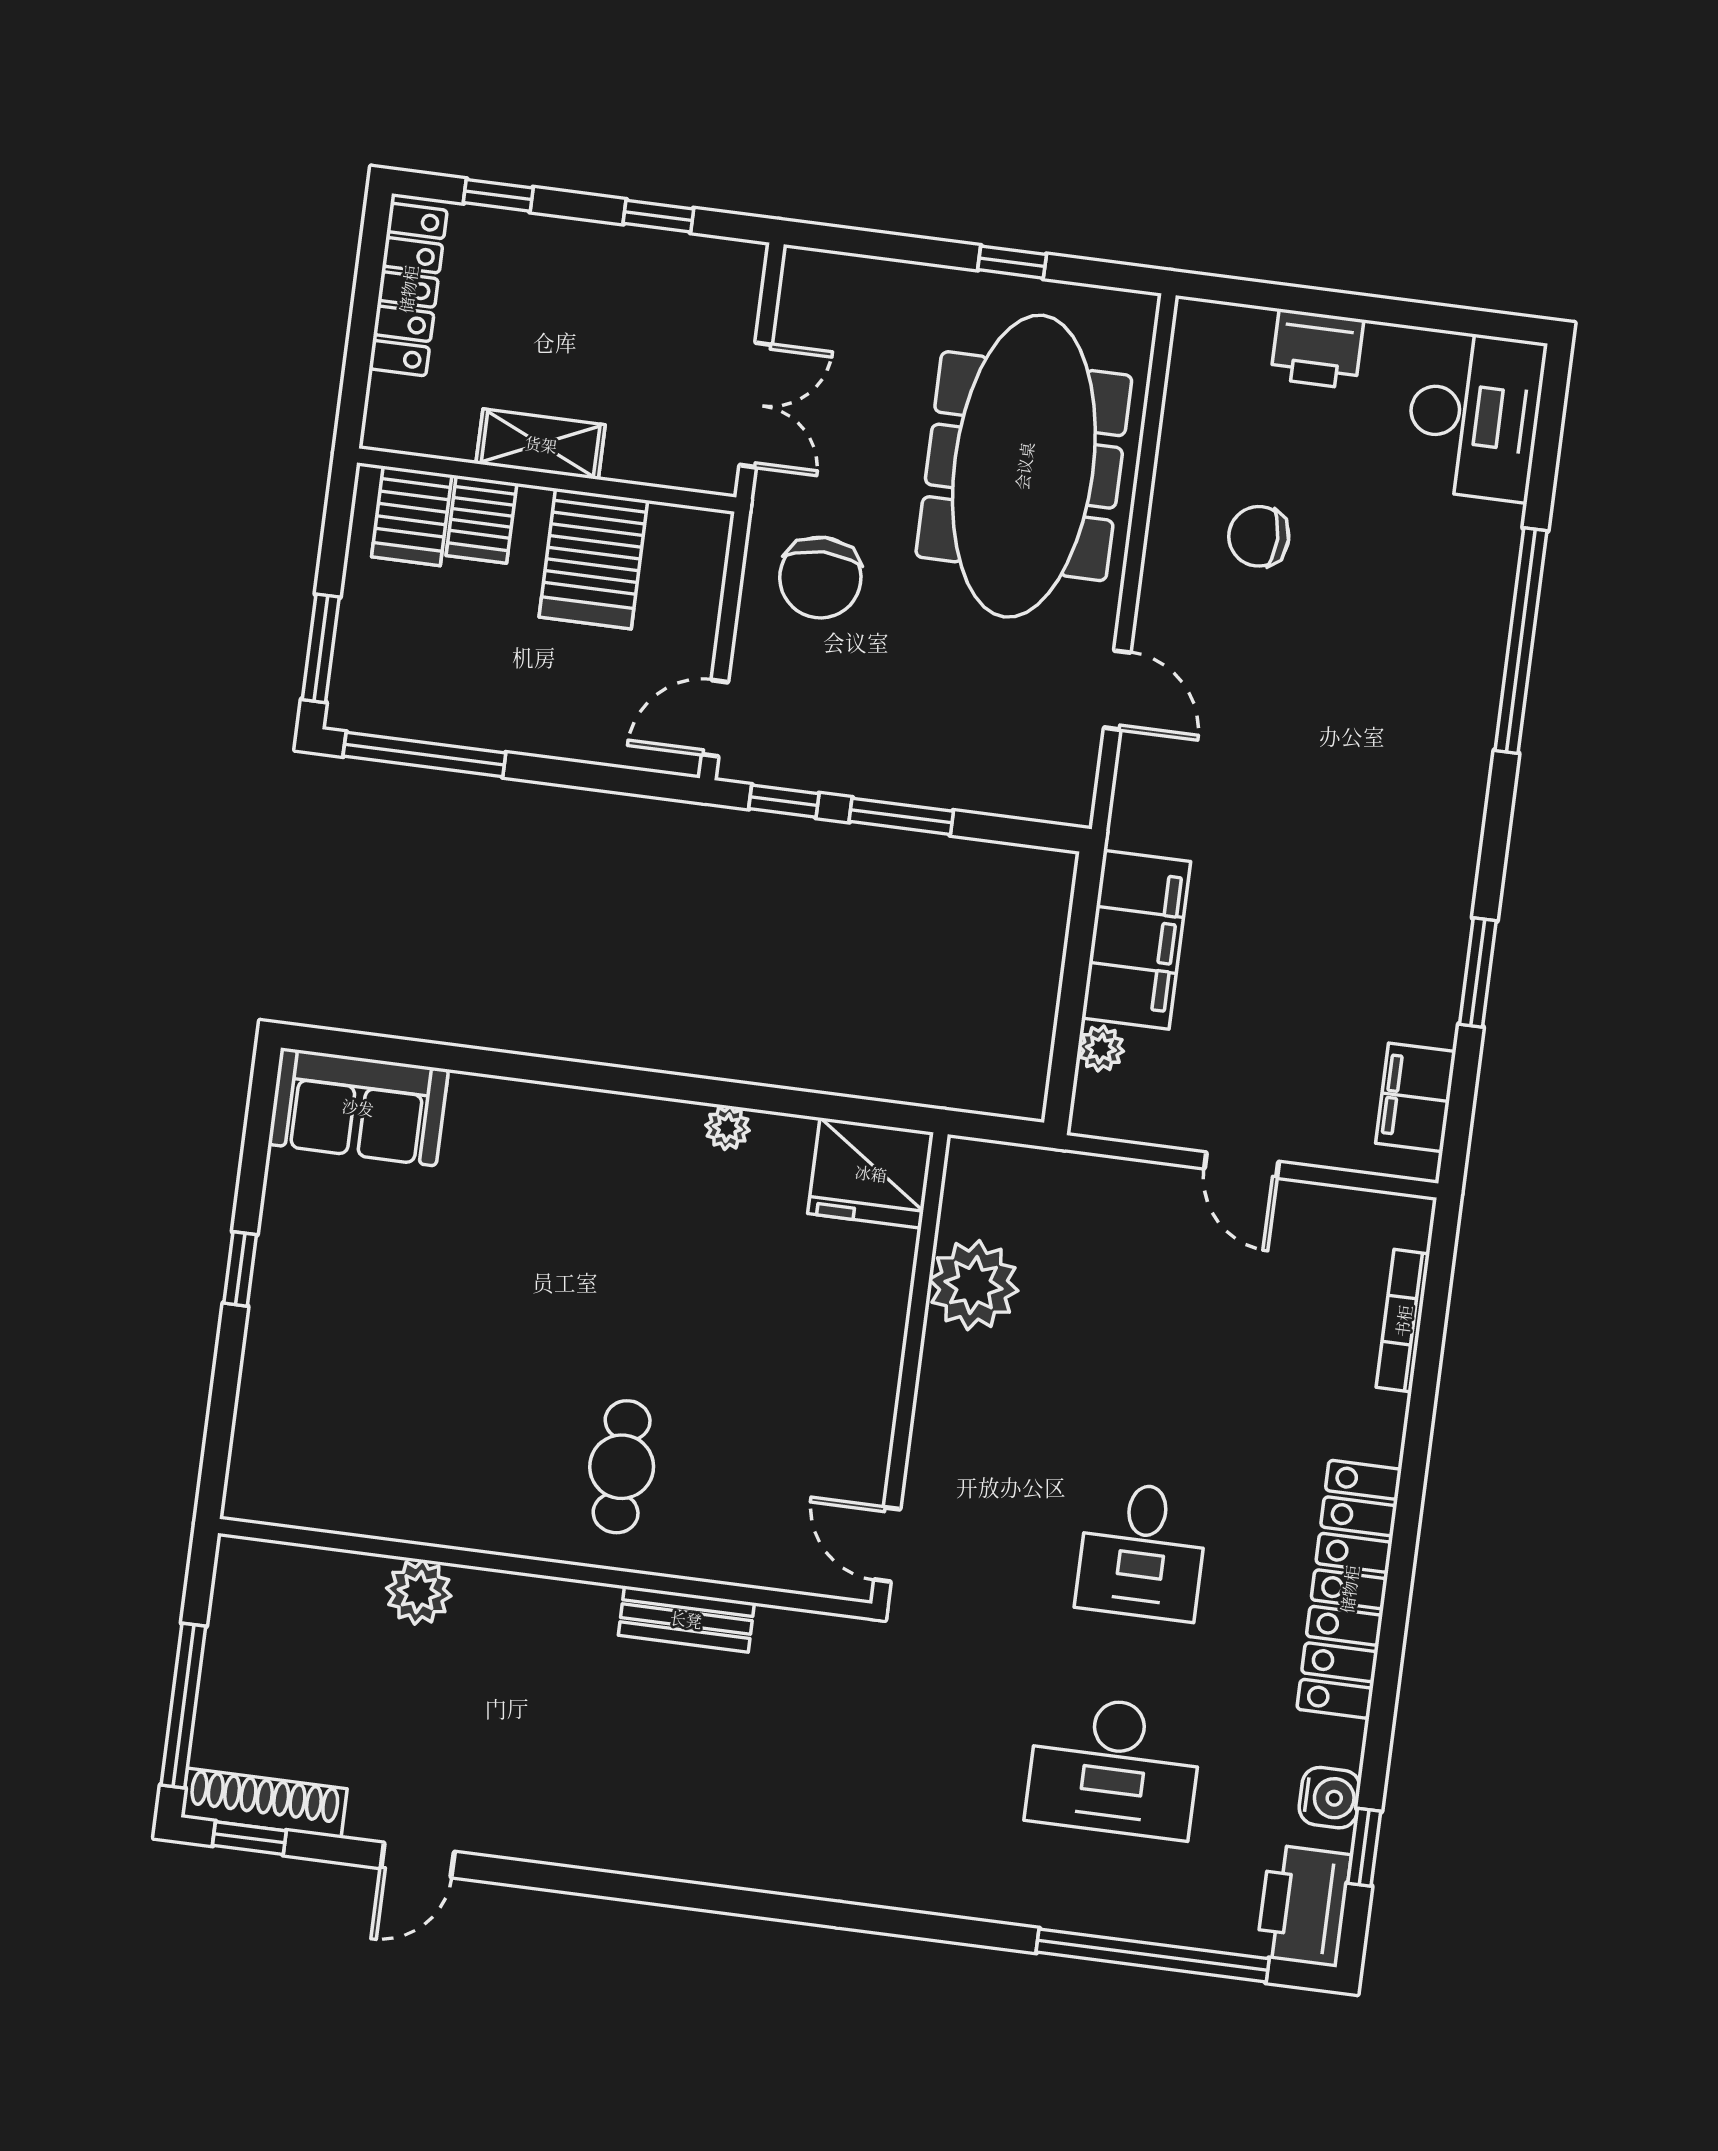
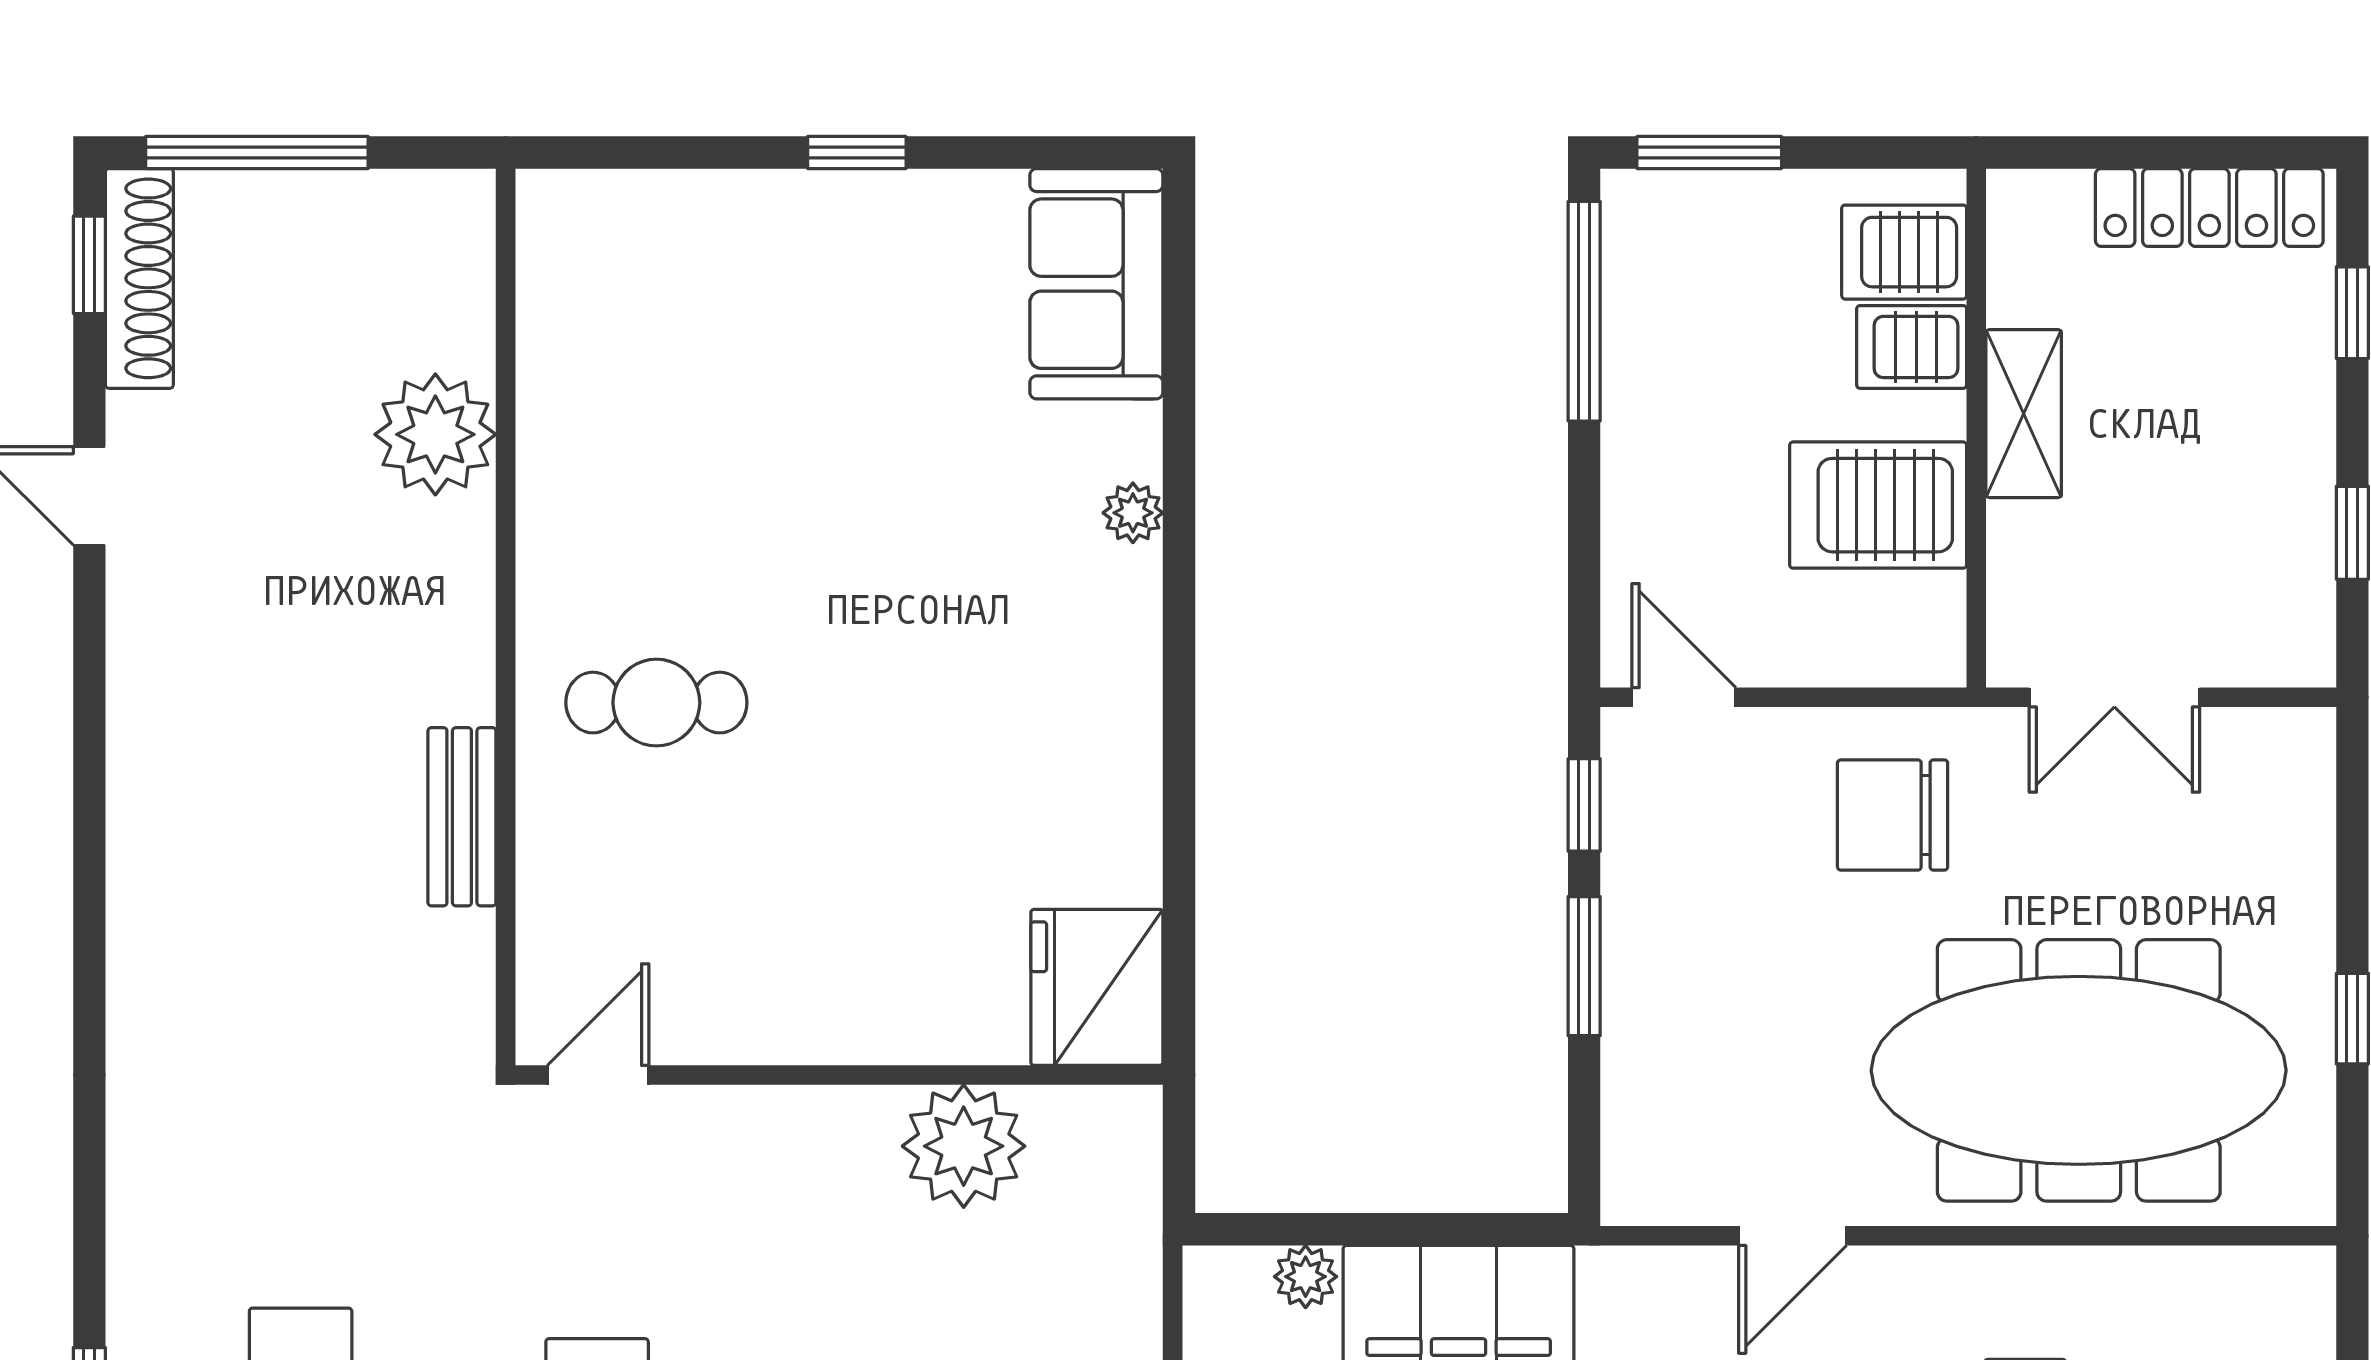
plant: (727, 1128) -> (1133, 513), moved
plant: (419, 1592) -> (435, 434), width x1.36, depth x1.36

